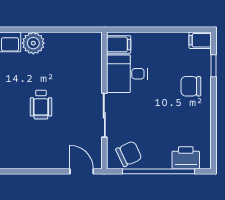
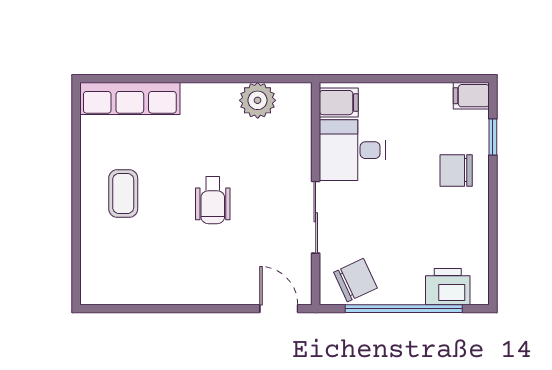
plant: (33, 43) -> (258, 100), moved

